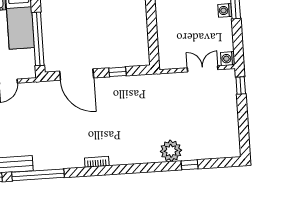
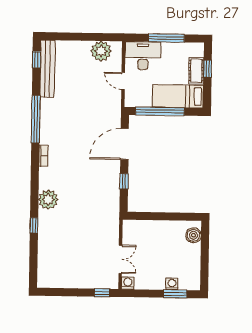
plant: (171, 151) -> (48, 200), moved
window: (190, 165) -> (34, 225), moved
window: (38, 175) -> (36, 119), moved

